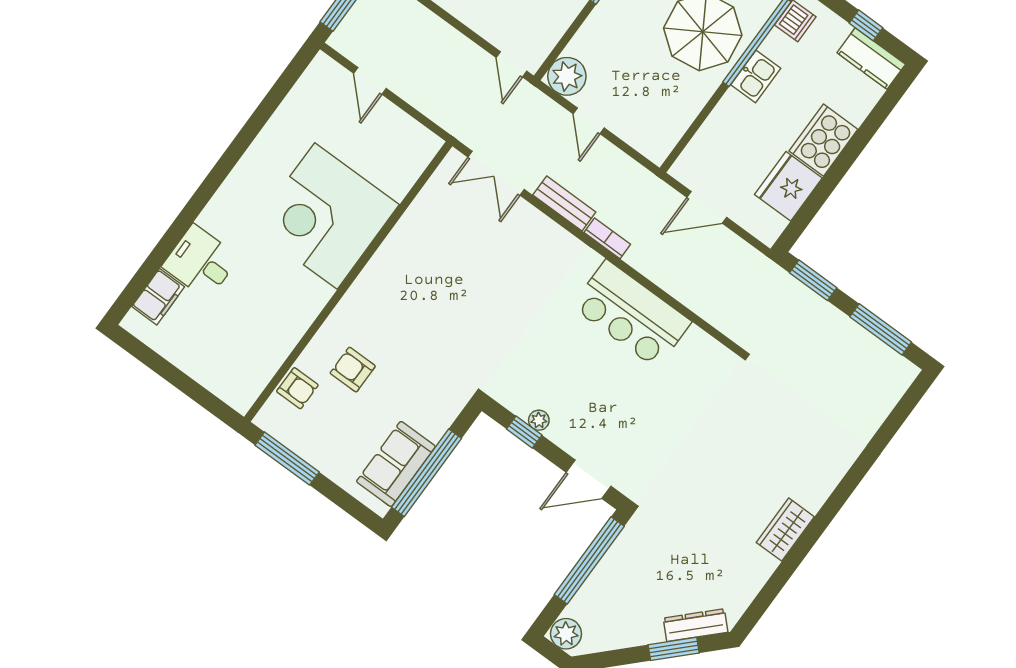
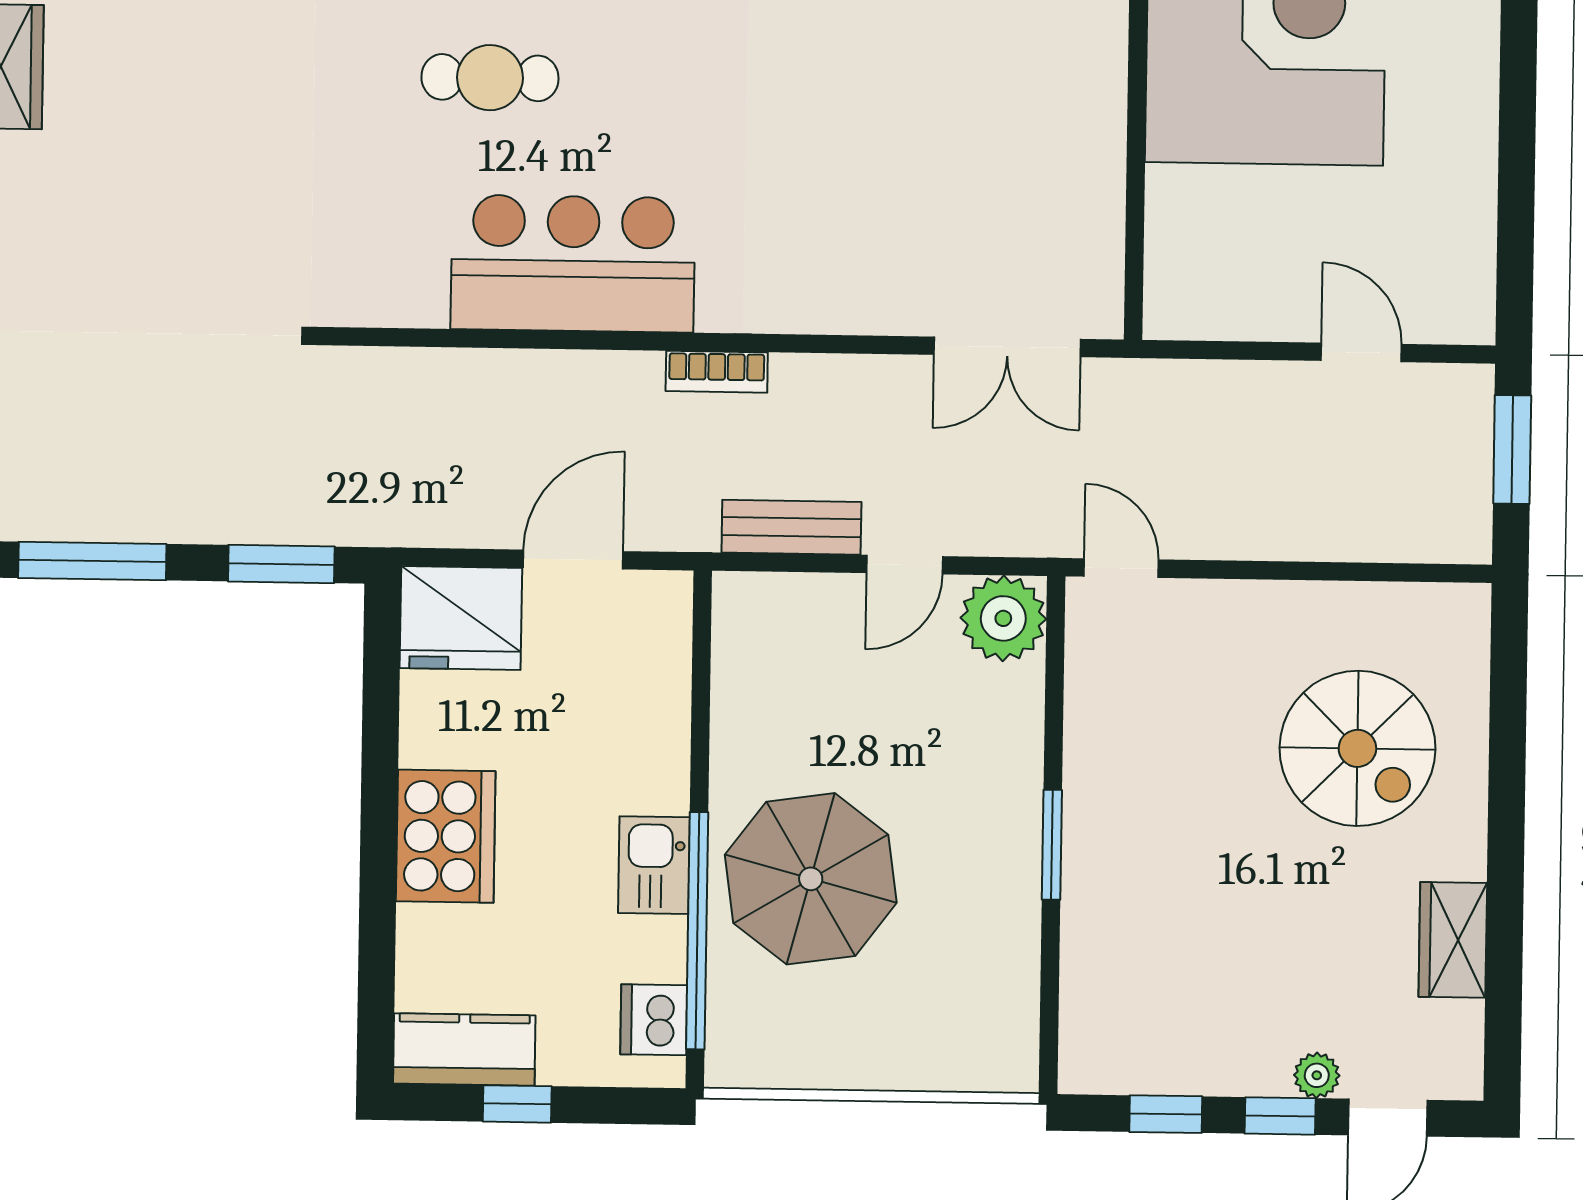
door: (589, 121) -> (905, 565), swing flipped
double door: (496, 173) -> (1007, 347), swing flipped
fridge: (788, 186) -> (461, 618), moved, turned 90
bench: (564, 204) -> (791, 527), moved
cafe table: (614, 402) -> (490, 78), added

